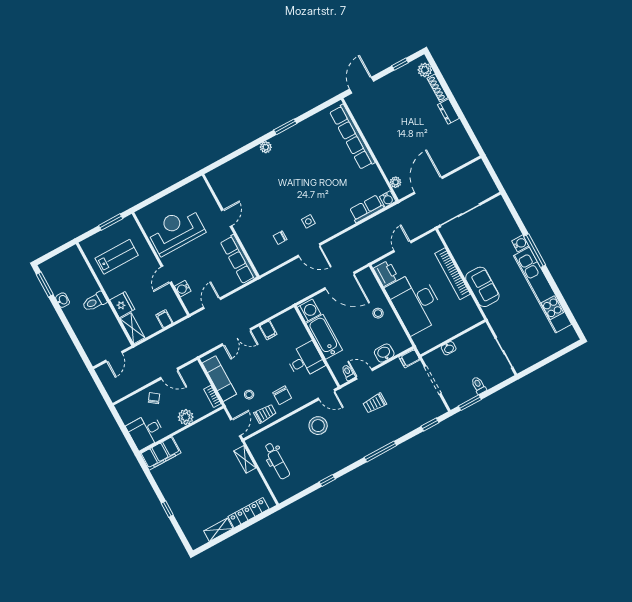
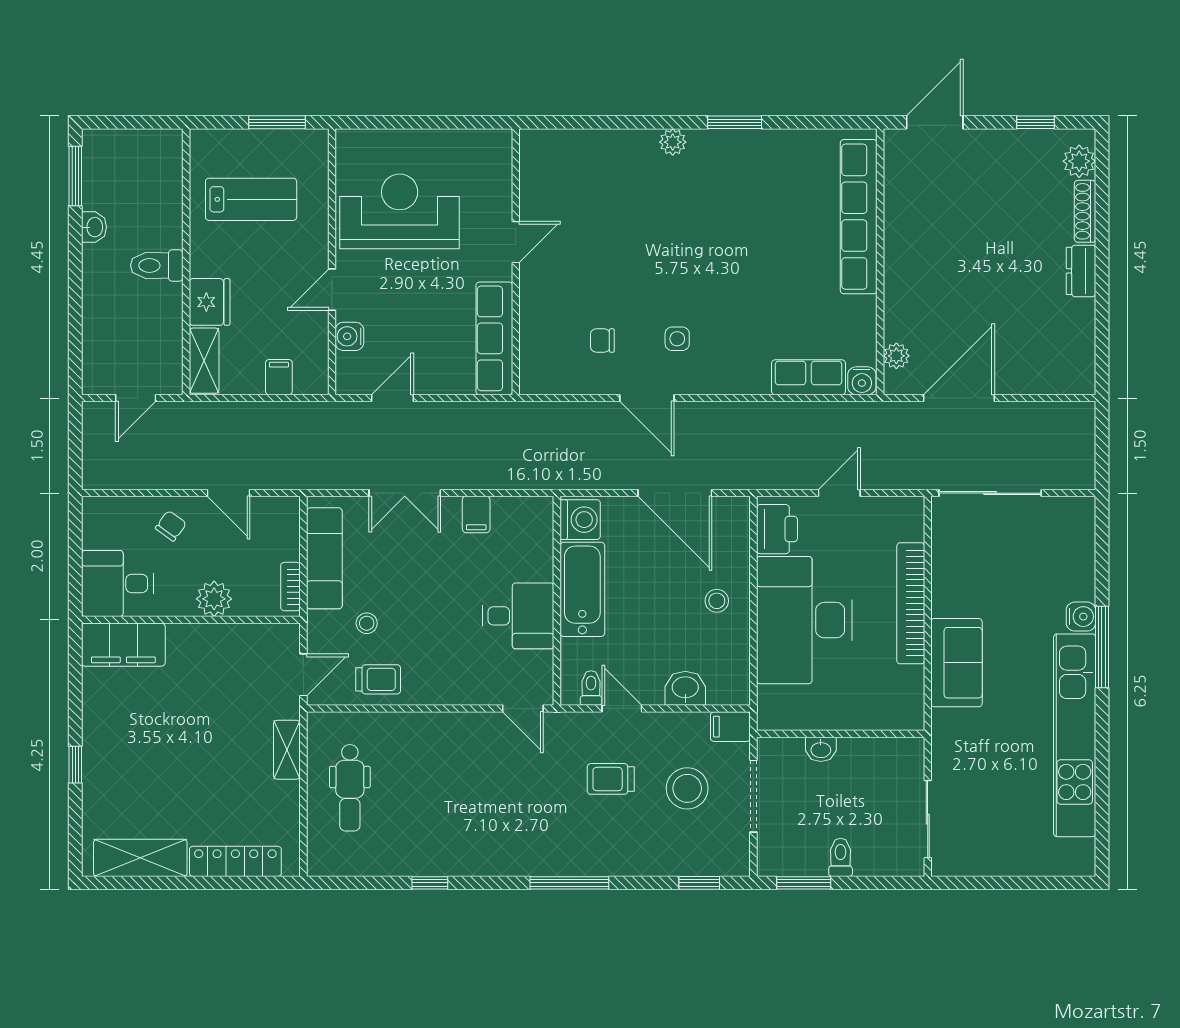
chair: (282, 395) -> (433, 661), removed
stool: (318, 426) -> (687, 788), moved
shelving: (218, 530) -> (140, 858), width x1.50, depth x1.33

